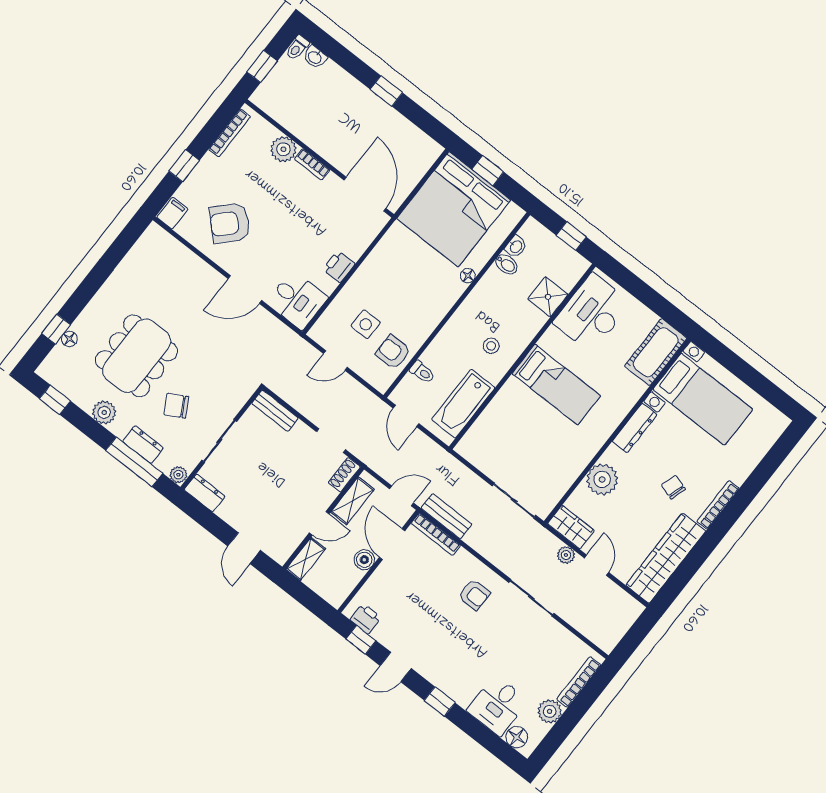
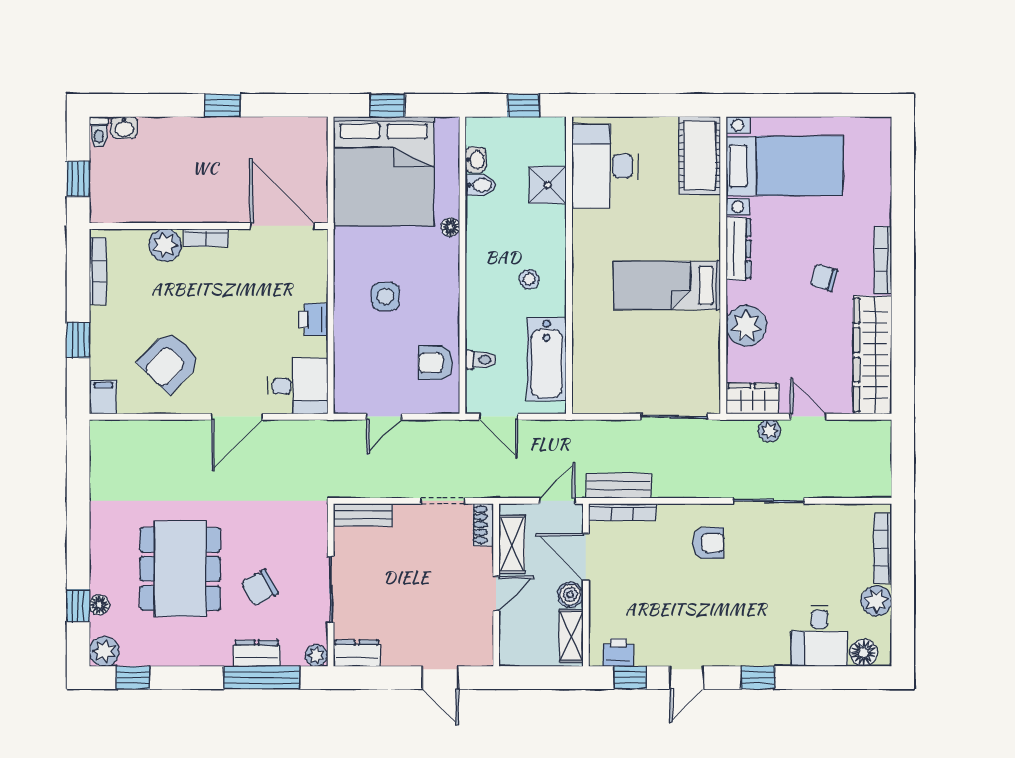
side table: (366, 324) -> (385, 296), moved
bed: (556, 385) -> (667, 285), moved, turned 180
plant: (104, 412) -> (104, 651), moved
shelving: (306, 559) -> (571, 636), moved

